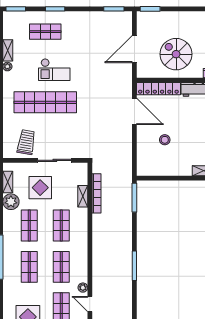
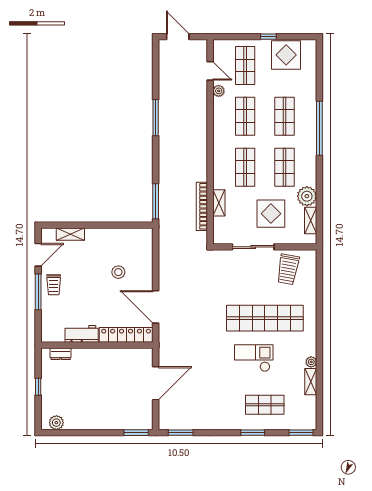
spiral stairs: (176, 54) -> (104, 377), removed

